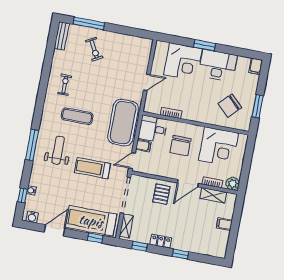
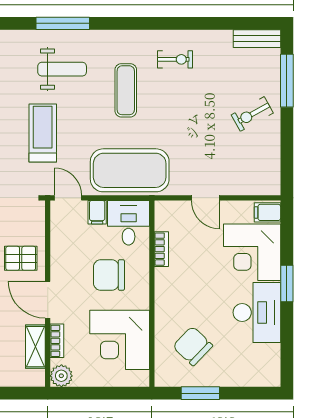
exercise bike: (94, 49) -> (252, 114), moved
filing cabinet: (256, 66) -> (267, 212), moved

